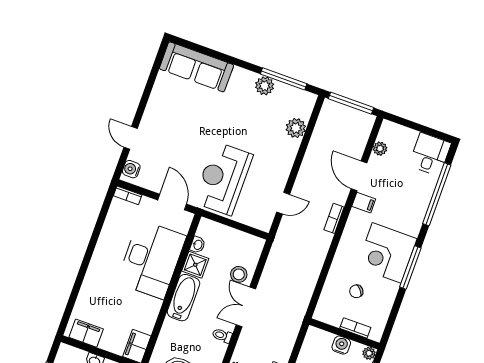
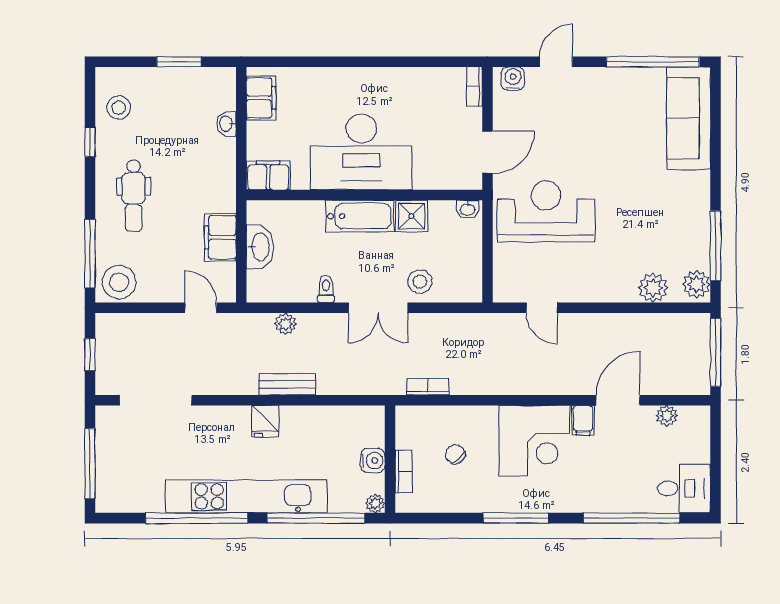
window: (153, 77) -> (653, 62), added
plant: (265, 86) -> (696, 284), moved
bookcase: (334, 218) -> (428, 387), moved
washbasin: (198, 245) -> (467, 209), moved
corner desk: (387, 253) -> (534, 441), moved, turned 180
desk: (151, 259) -> (361, 152), moved
double door: (246, 307) -> (378, 308), swing flipped

